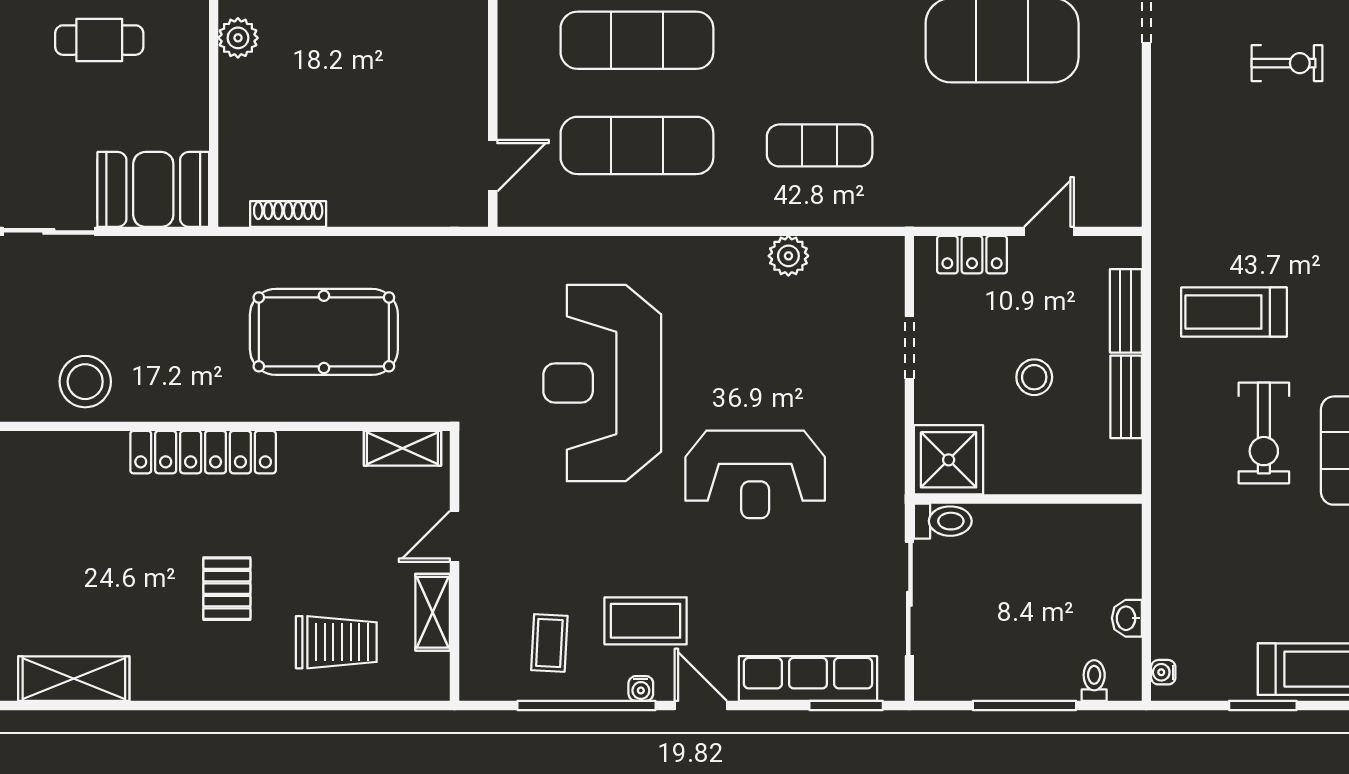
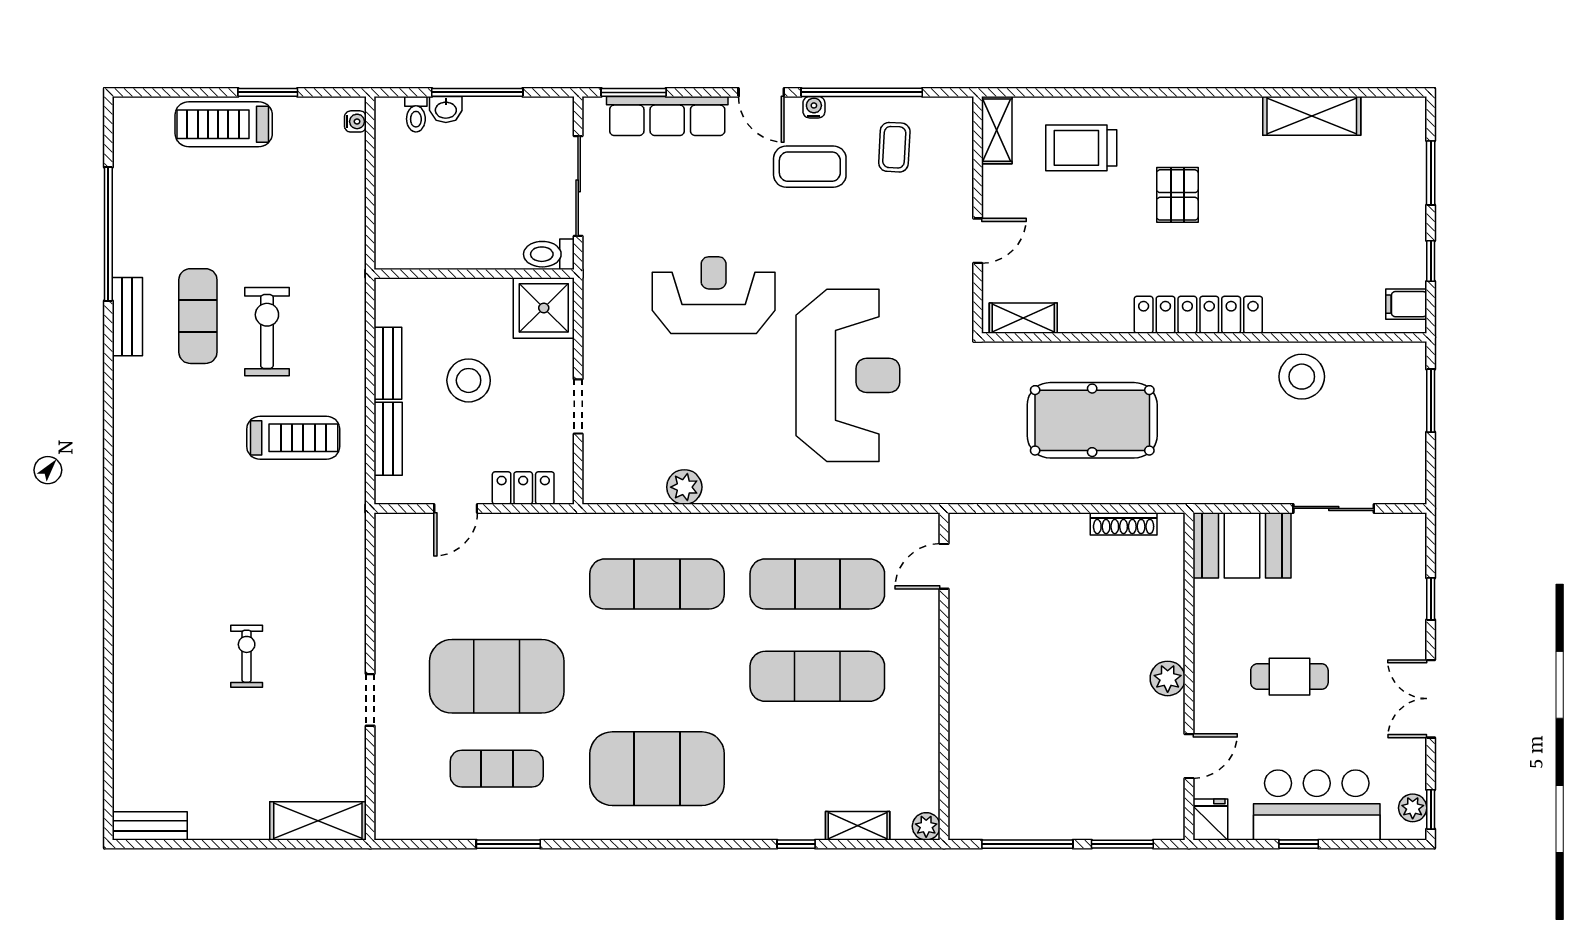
exercise bike: (1287, 63) -> (247, 656), turned 90
exercise mat: (820, 145) -> (657, 584), width x1.36, depth x1.45
stool: (1034, 377) -> (469, 380), width x1.38, depth x1.38
shelving: (433, 612) -> (997, 130), moved
washbasin: (1127, 618) -> (446, 109), moved, turned 90

